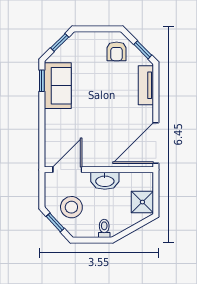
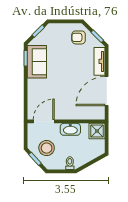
armchair: (117, 51) -> (79, 37), turned 90
door: (156, 143) -> (107, 91), moved
shower: (142, 202) -> (97, 131), moved

